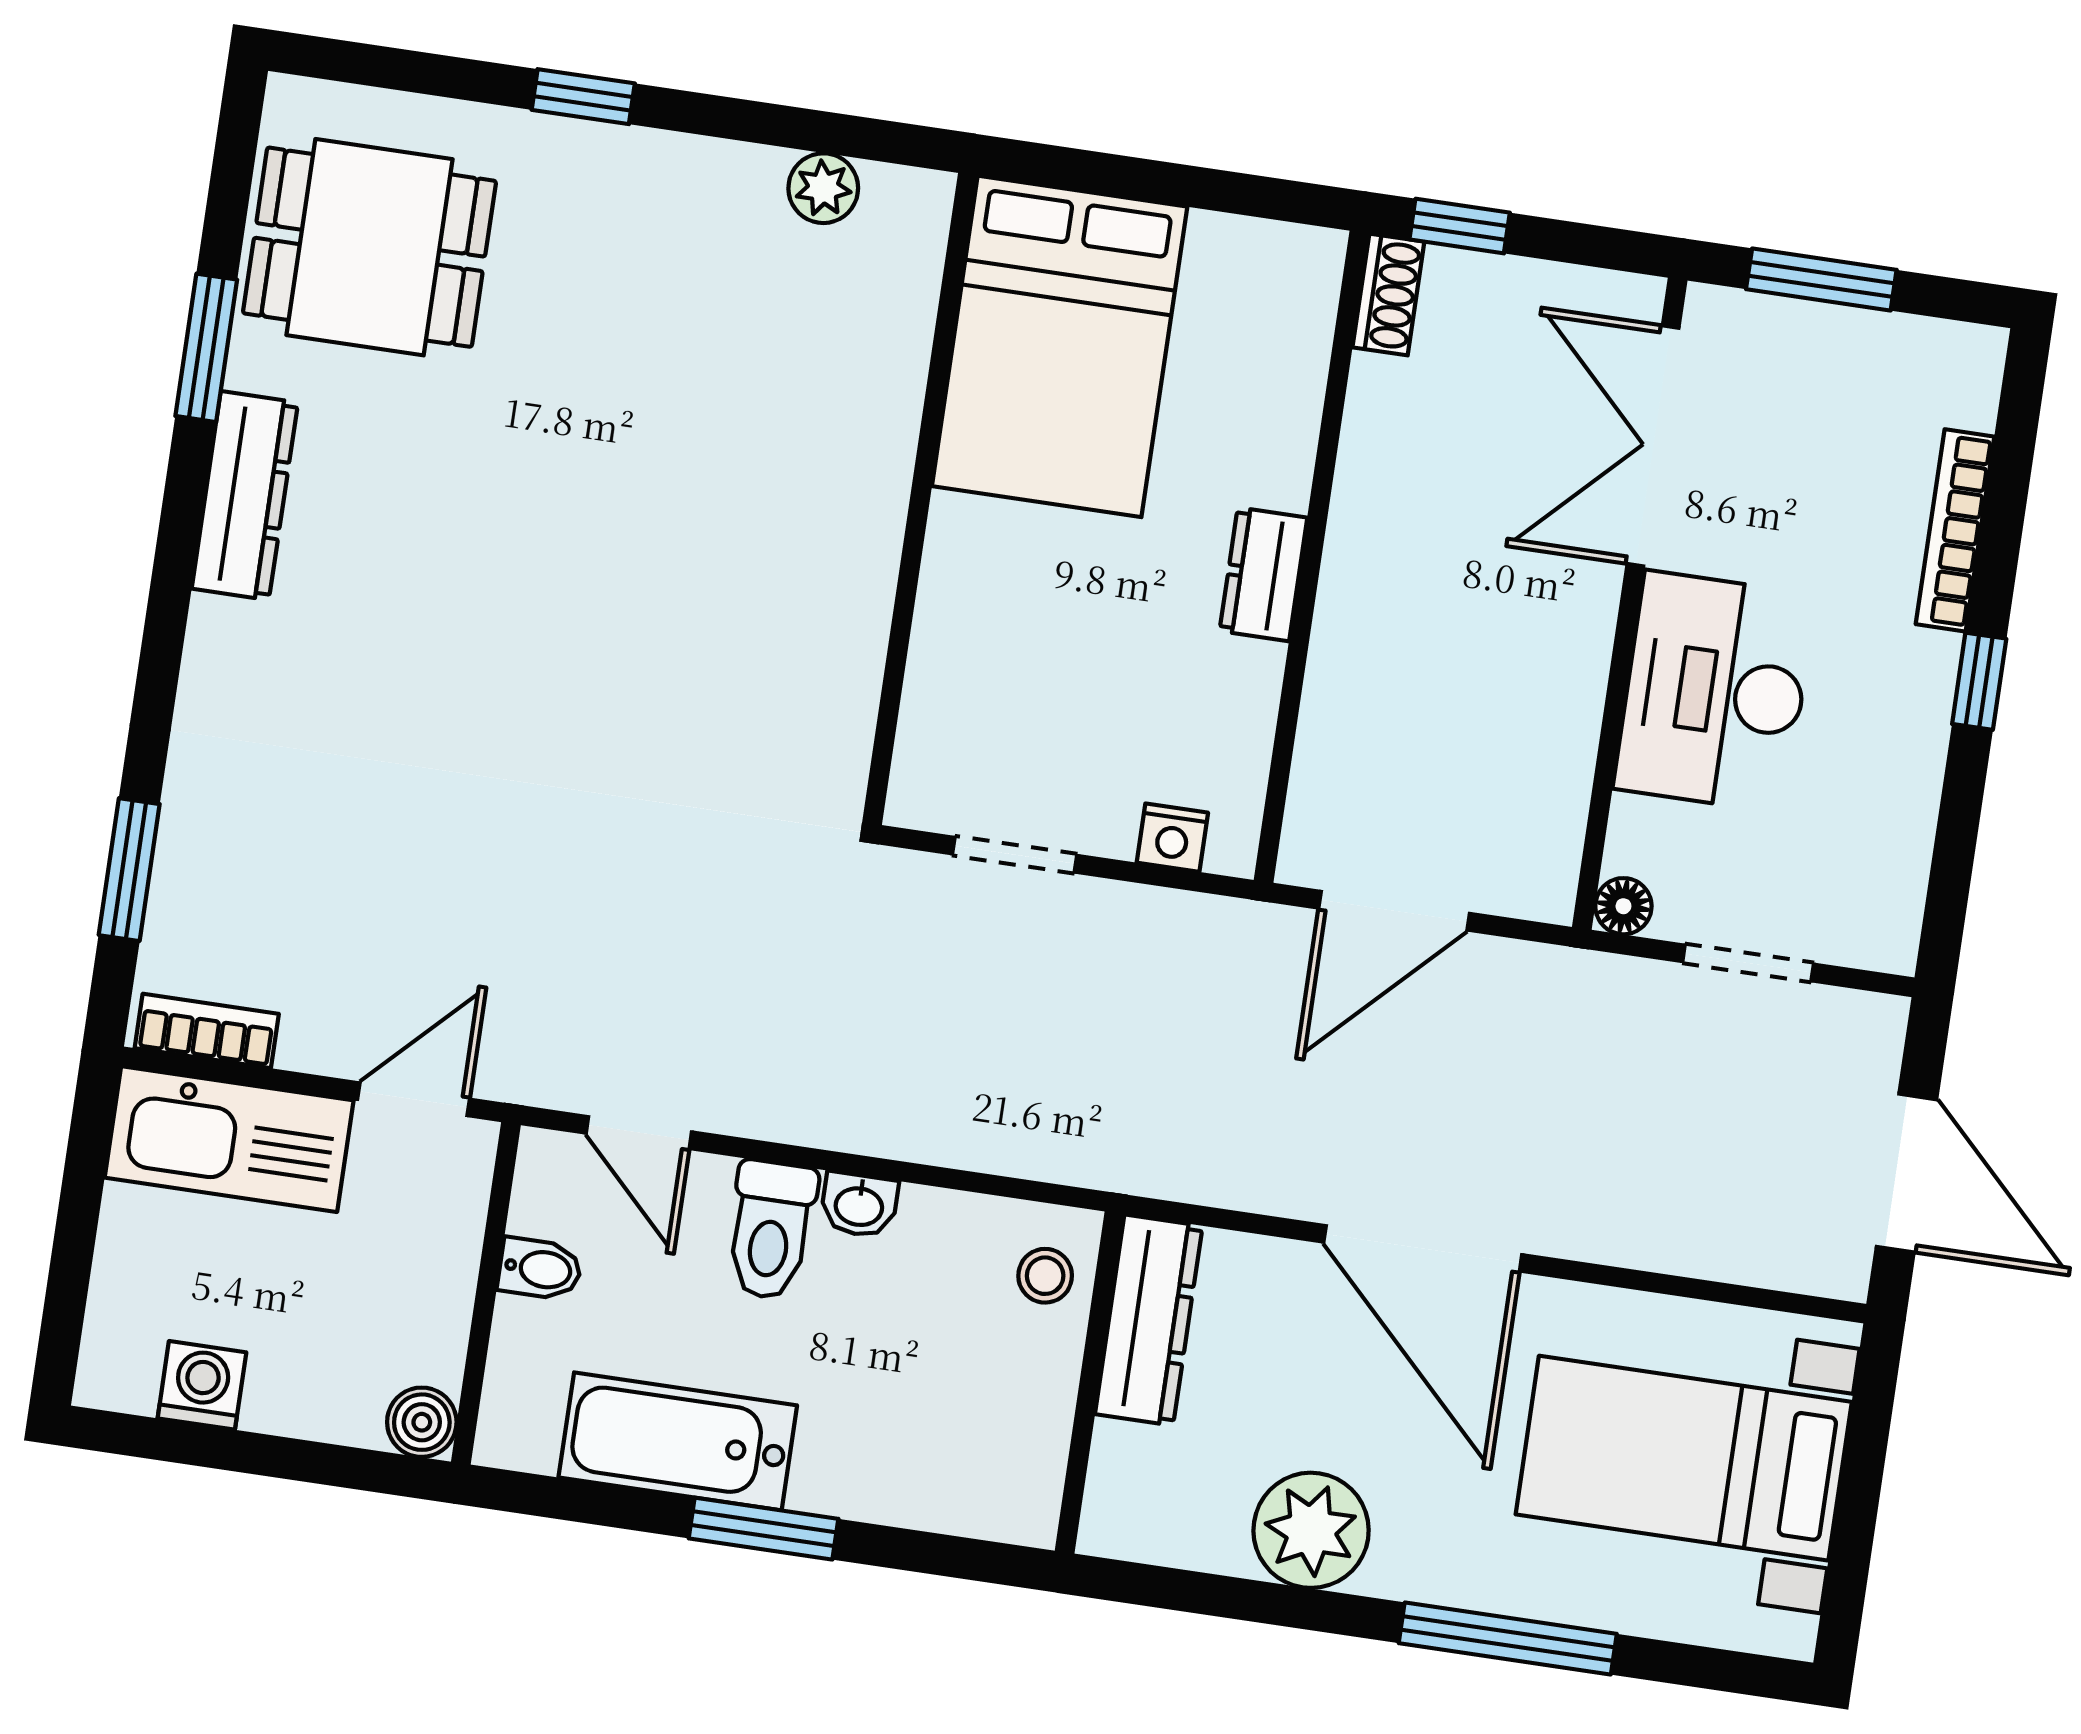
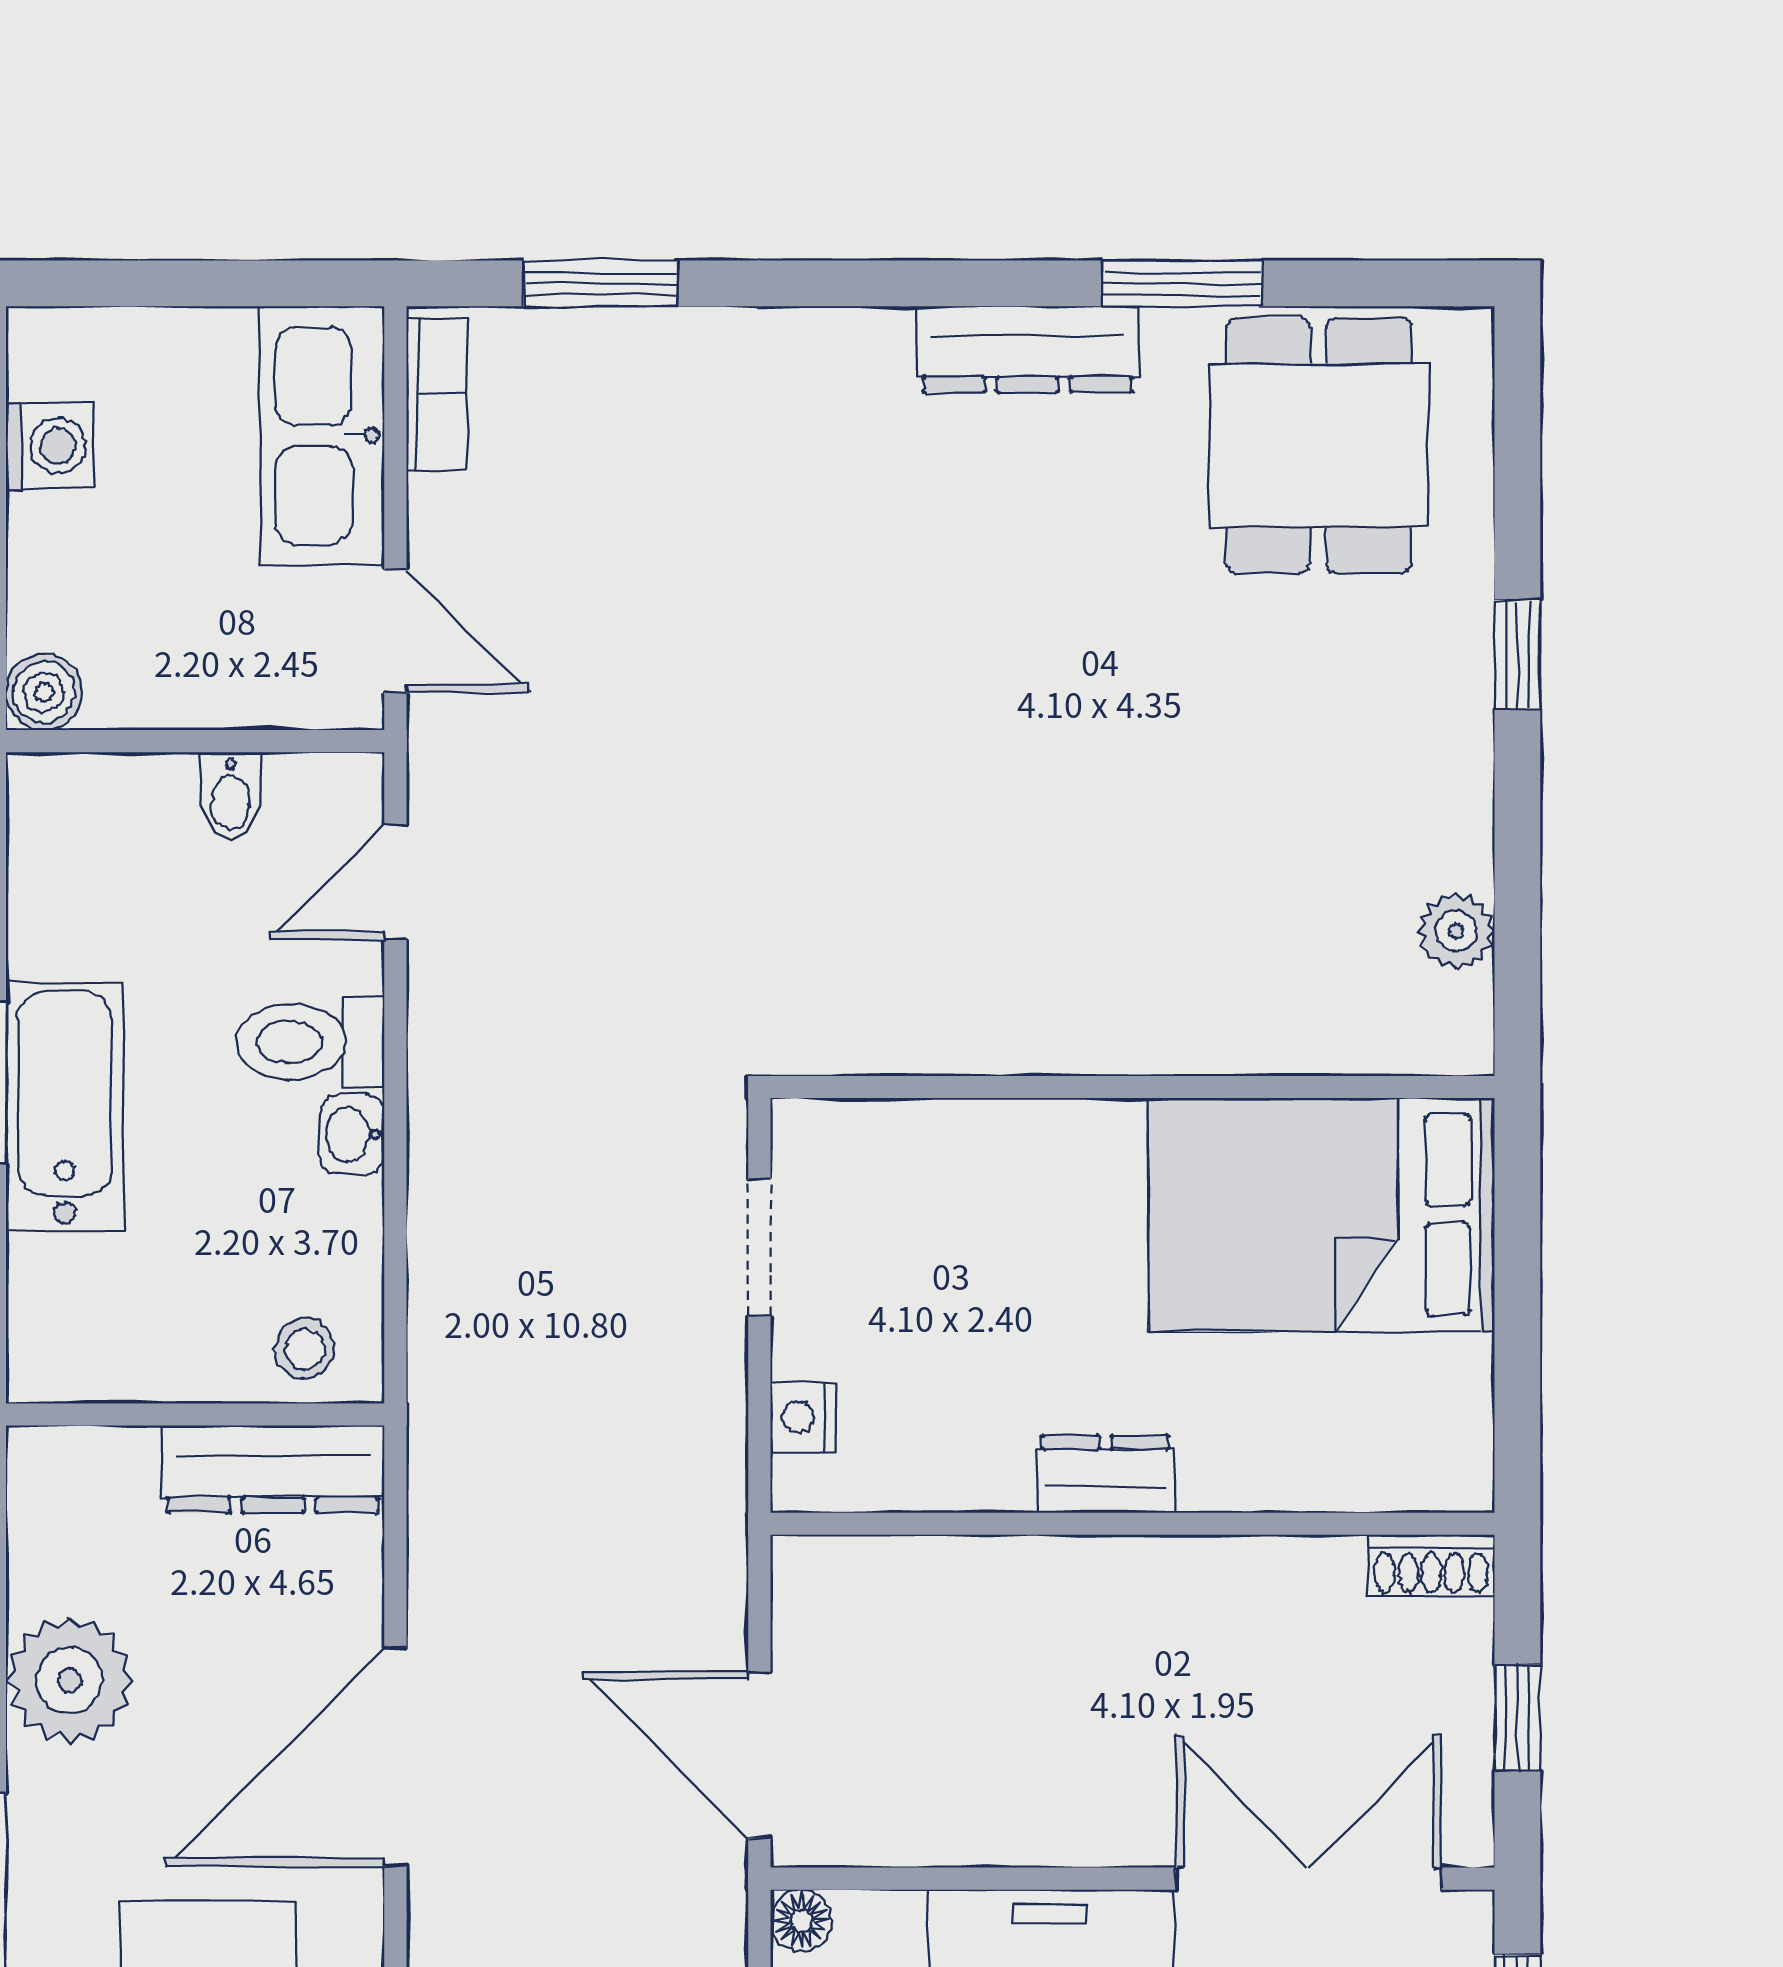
window: (1460, 226) -> (1517, 1718), moved
door: (1394, 911) -> (759, 1755), moved
bathtub: (678, 1441) -> (65, 1106), moved

